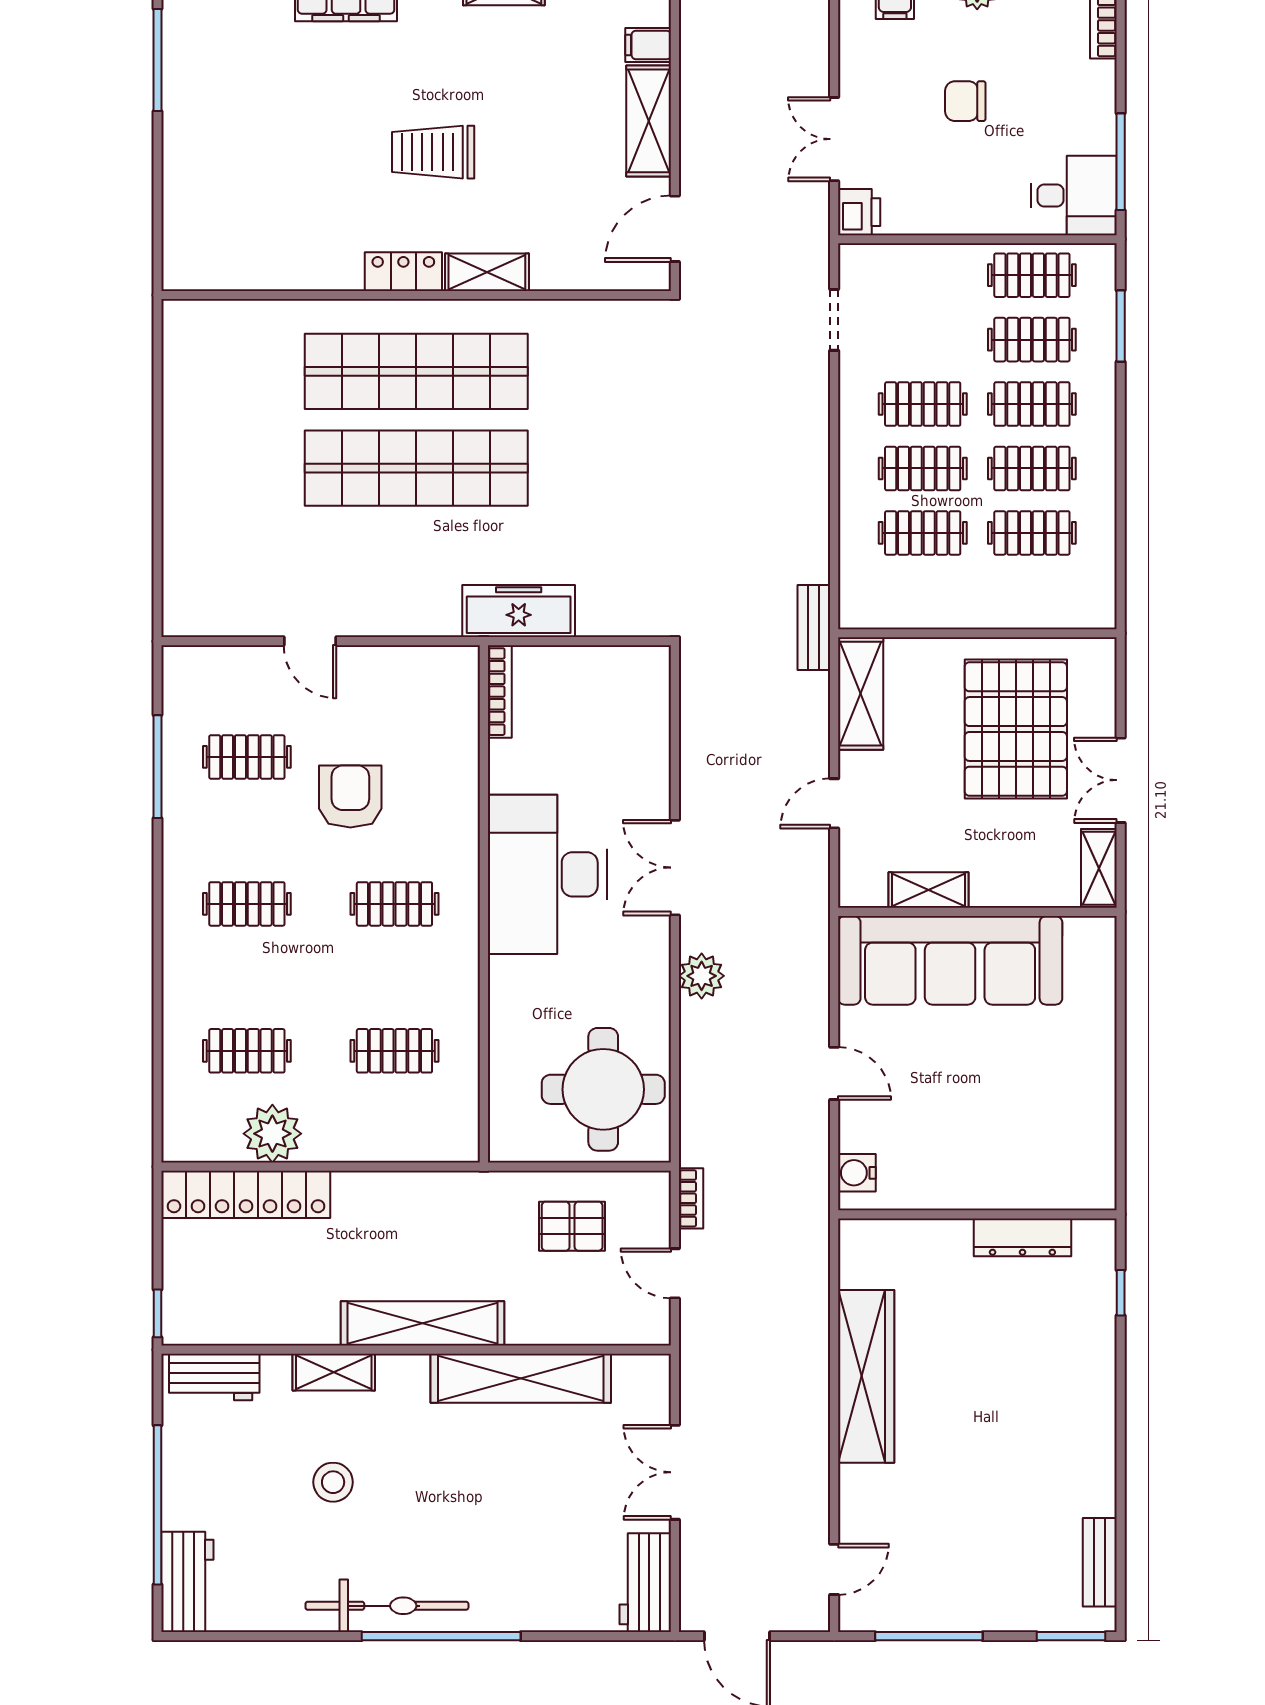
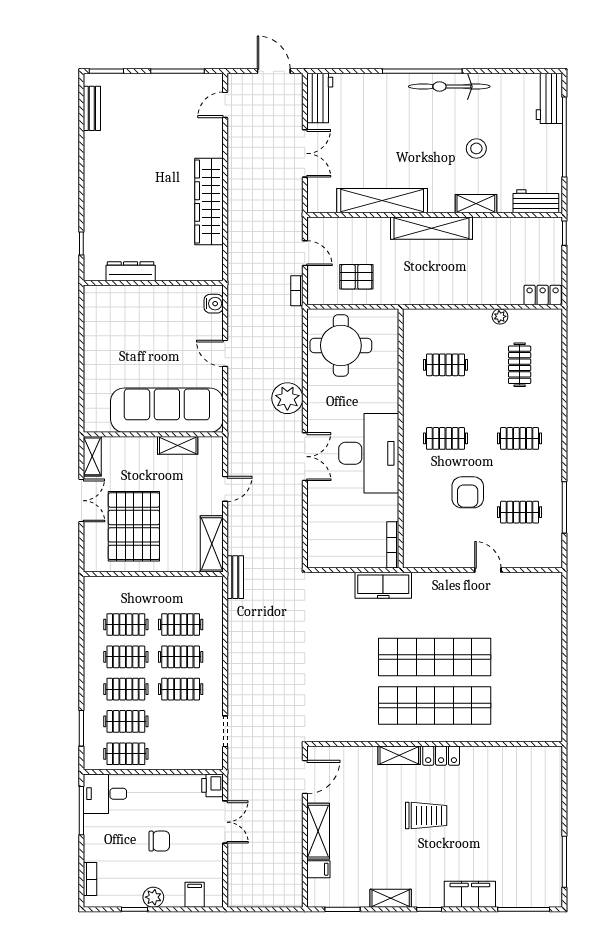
plant: (702, 976) -> (287, 398), width x1.36, depth x1.36
clothes rail: (247, 1051) -> (520, 365), turned 90
plant: (272, 1134) -> (500, 316), width x0.53, depth x0.53
locker: (246, 1194) -> (543, 295), width x0.46, depth x0.83

